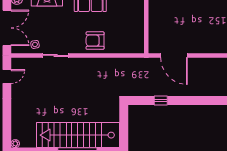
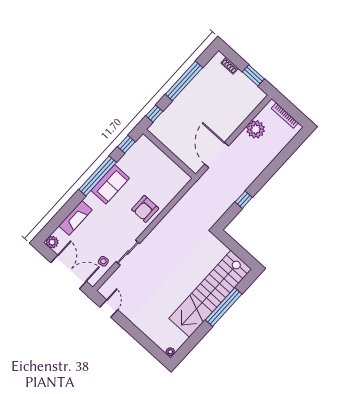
door: (174, 55) -> (217, 155), swing flipped
plant: (215, 66) -> (256, 129), added

